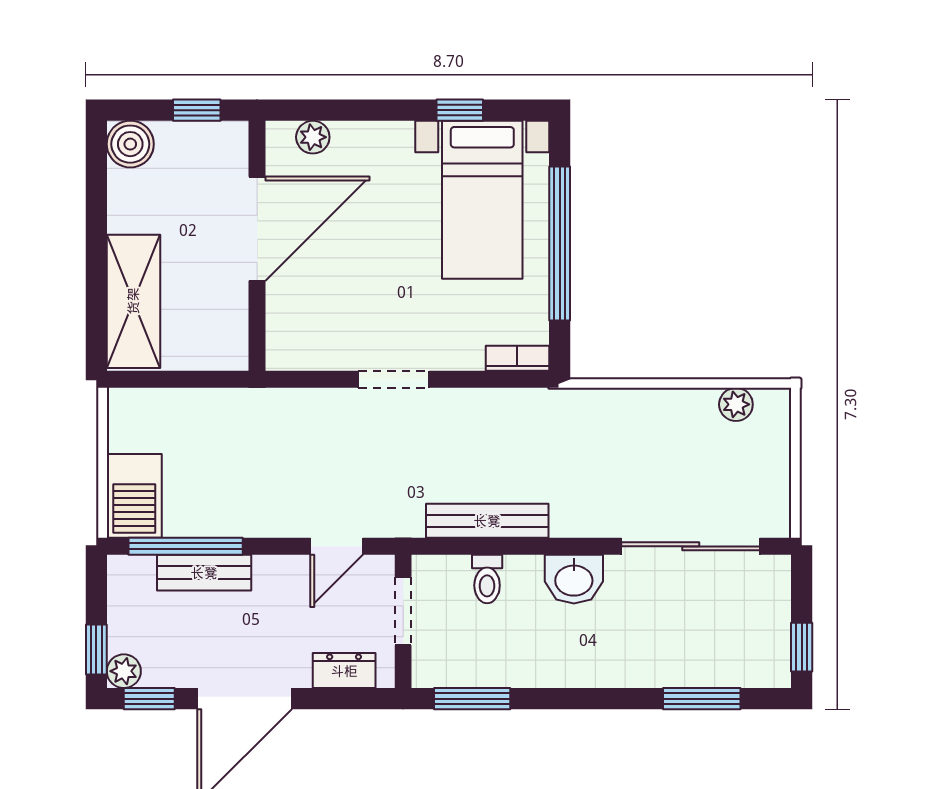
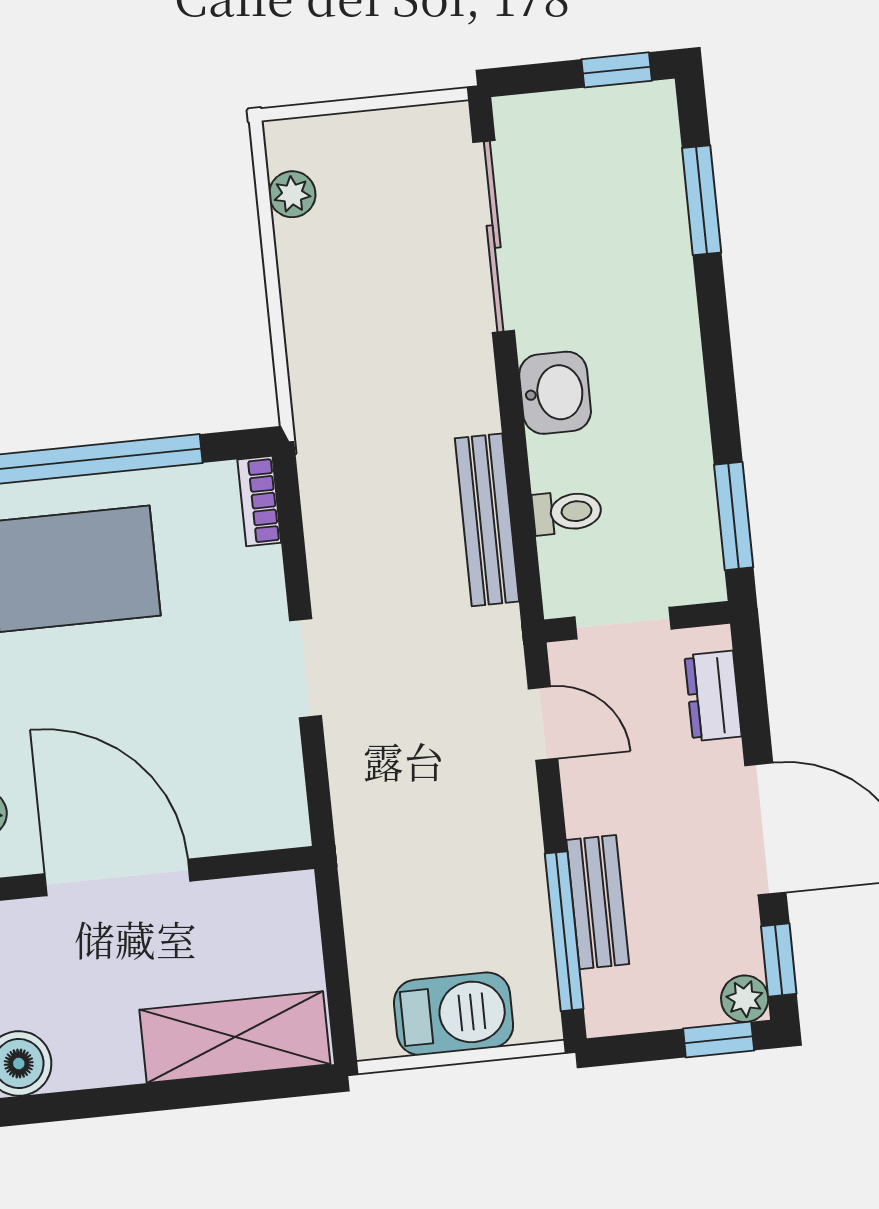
barbecue: (134, 496) -> (454, 1014), moved

